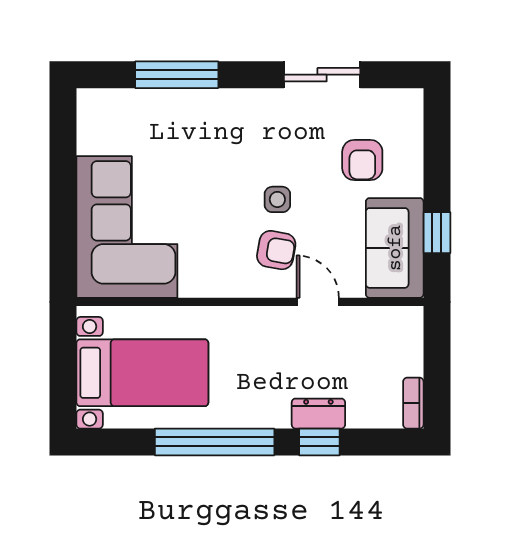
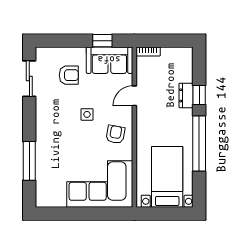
sliding door: (322, 75) -> (29, 79), moved
armchair: (276, 250) -> (115, 134), moved
bookcase: (413, 403) -> (148, 52), moved

